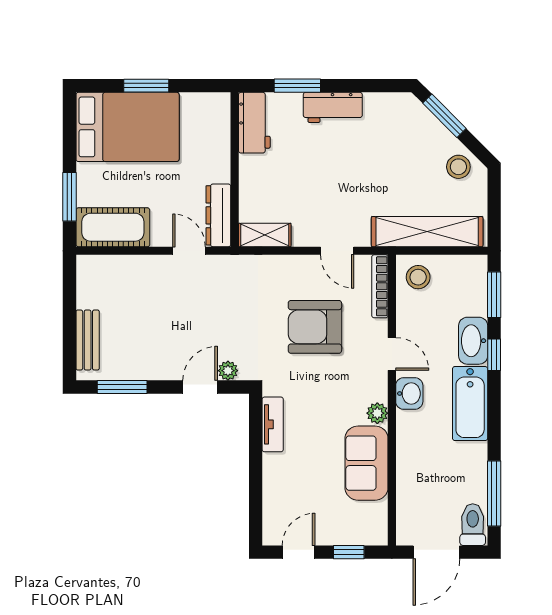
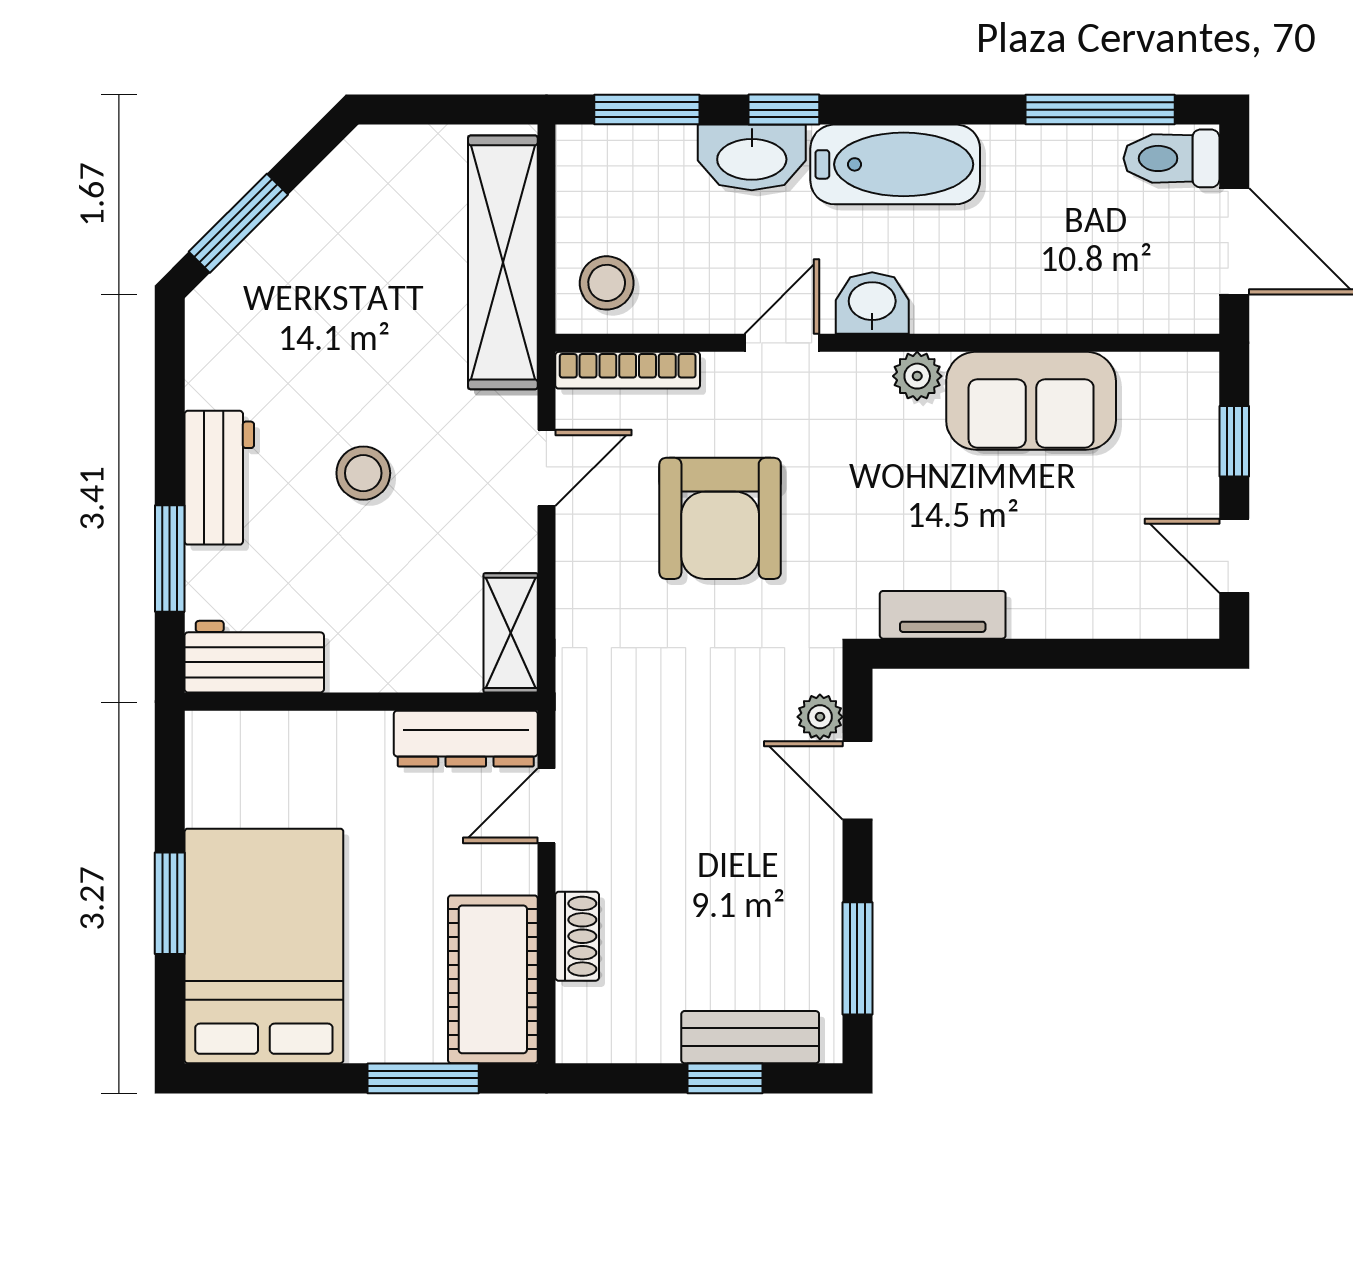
stool: (458, 167) -> (363, 473), moved
shoe rack: (132, 264) -> (577, 936), added
window: (70, 329) -> (725, 1078), added

